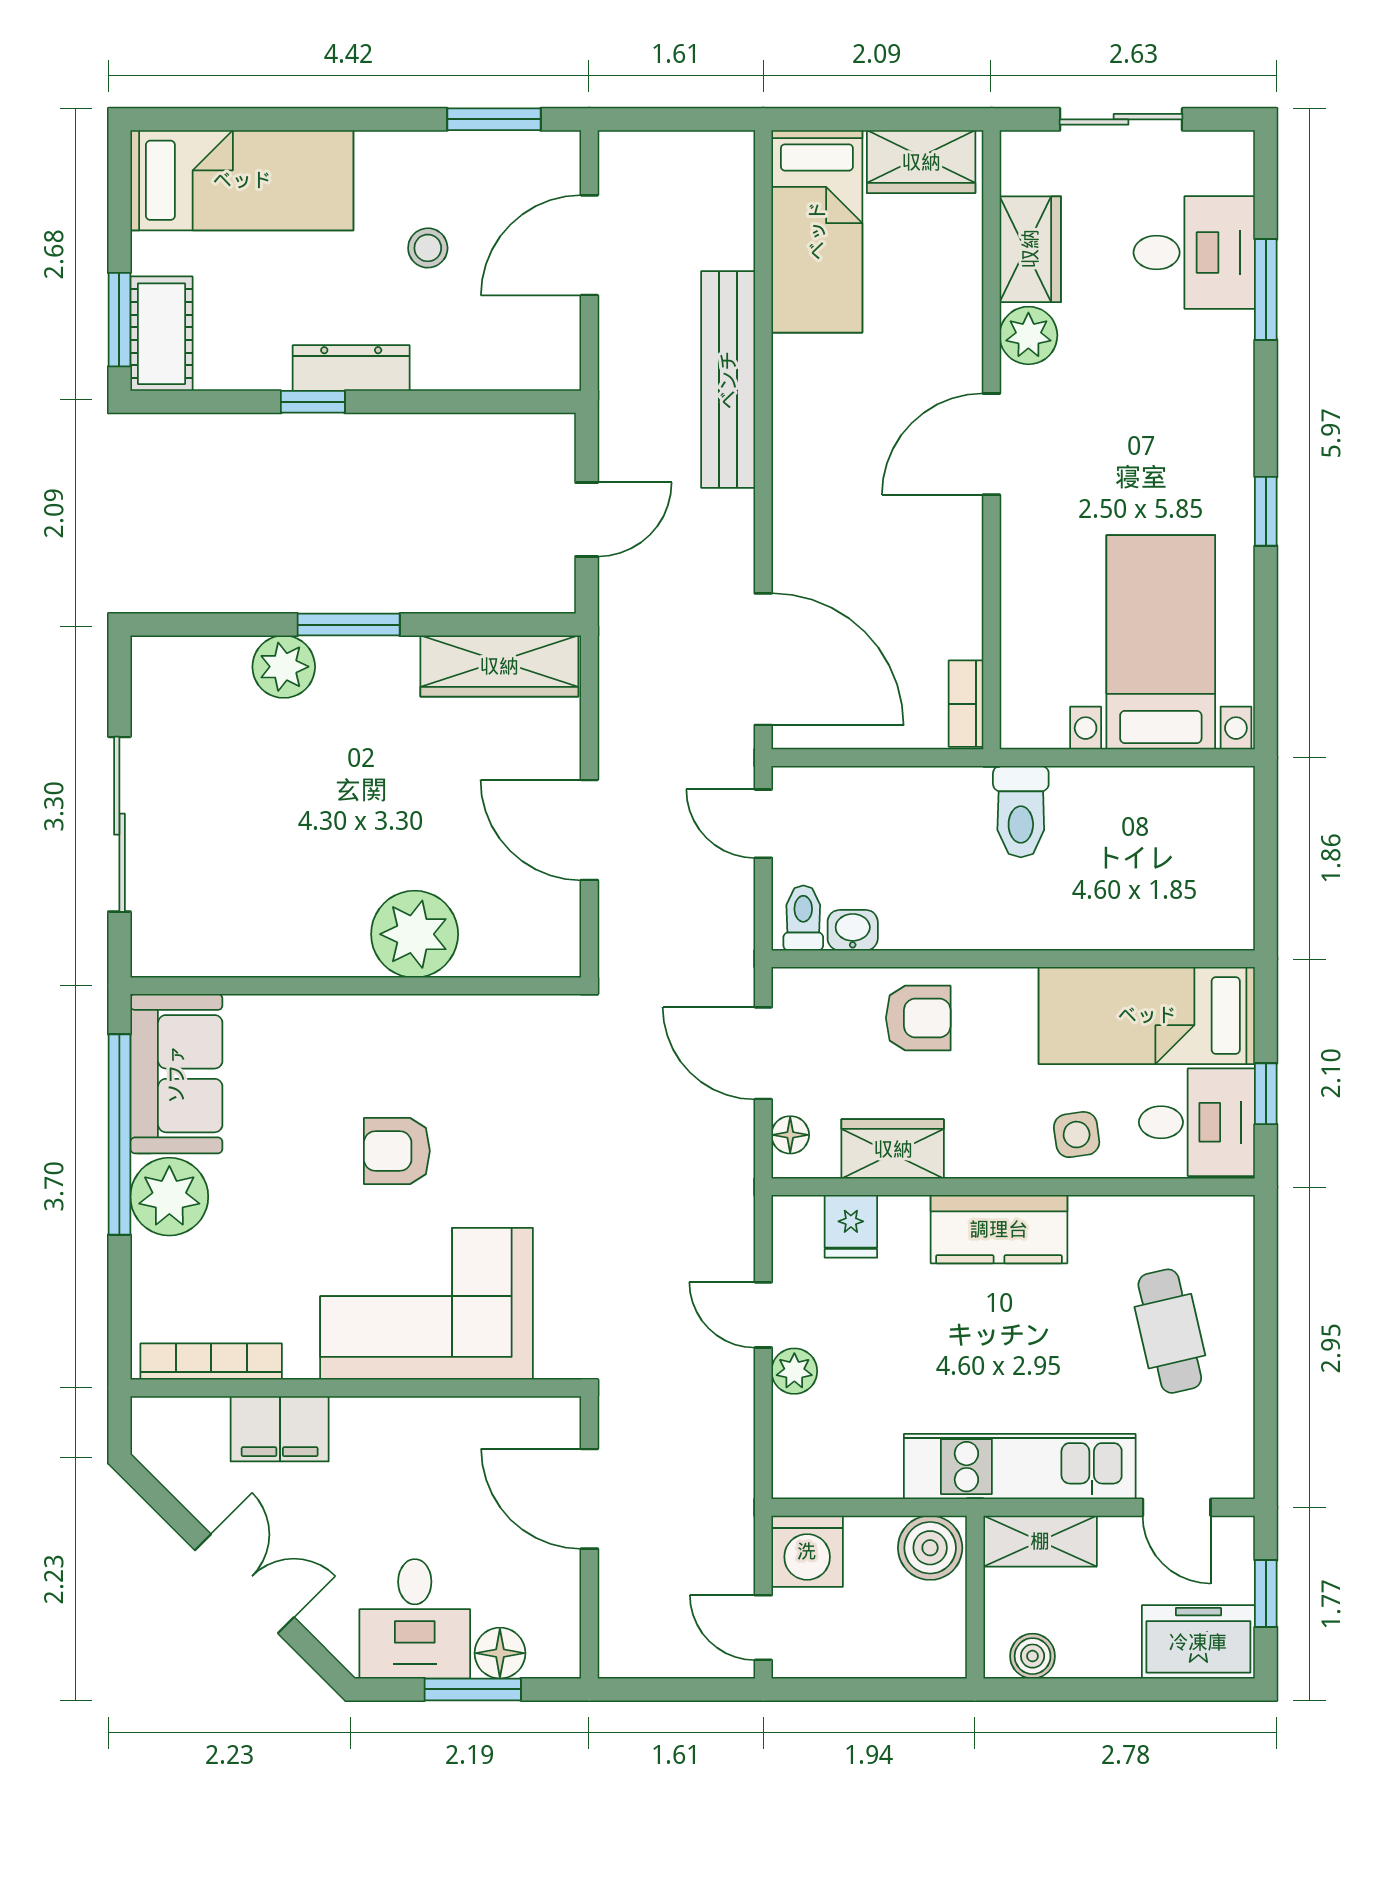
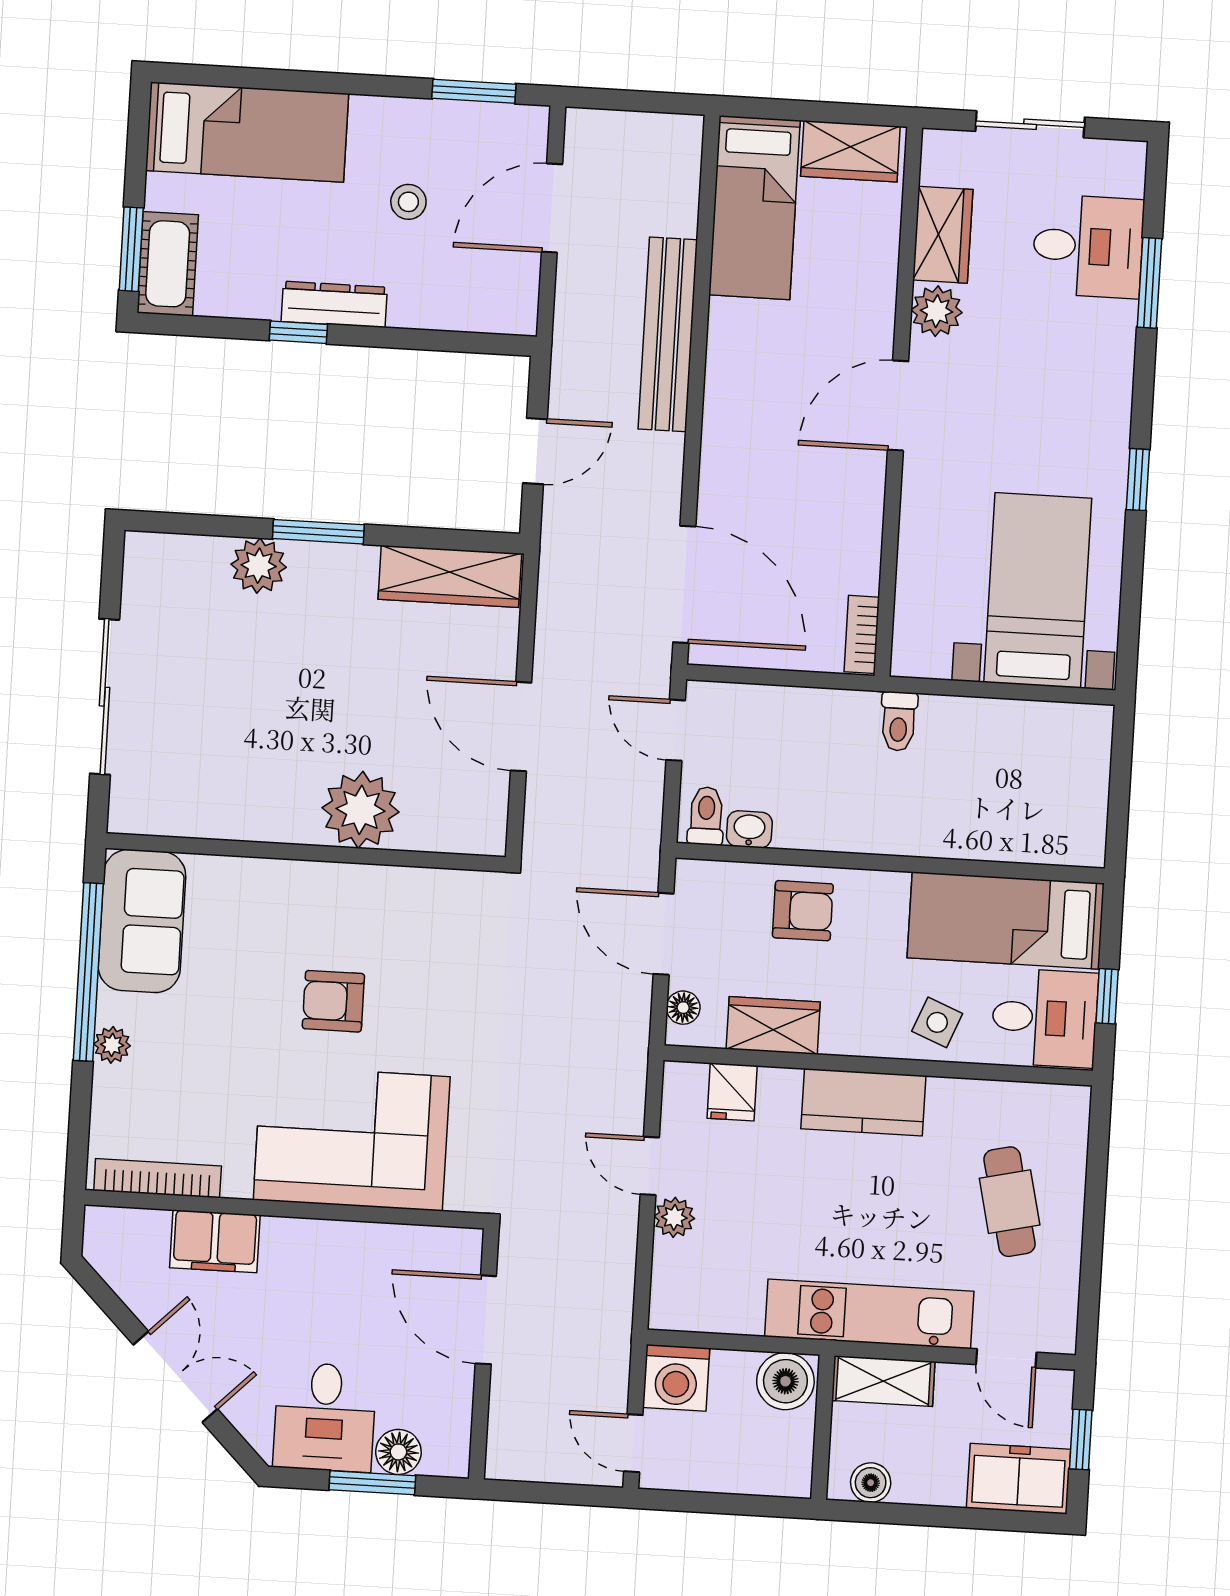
toilet: (1021, 812) -> (899, 721), width x0.73, depth x0.72
side table: (1077, 1135) -> (937, 1022), turned 30
plant: (169, 1197) -> (112, 1045), width x0.53, depth x0.53

